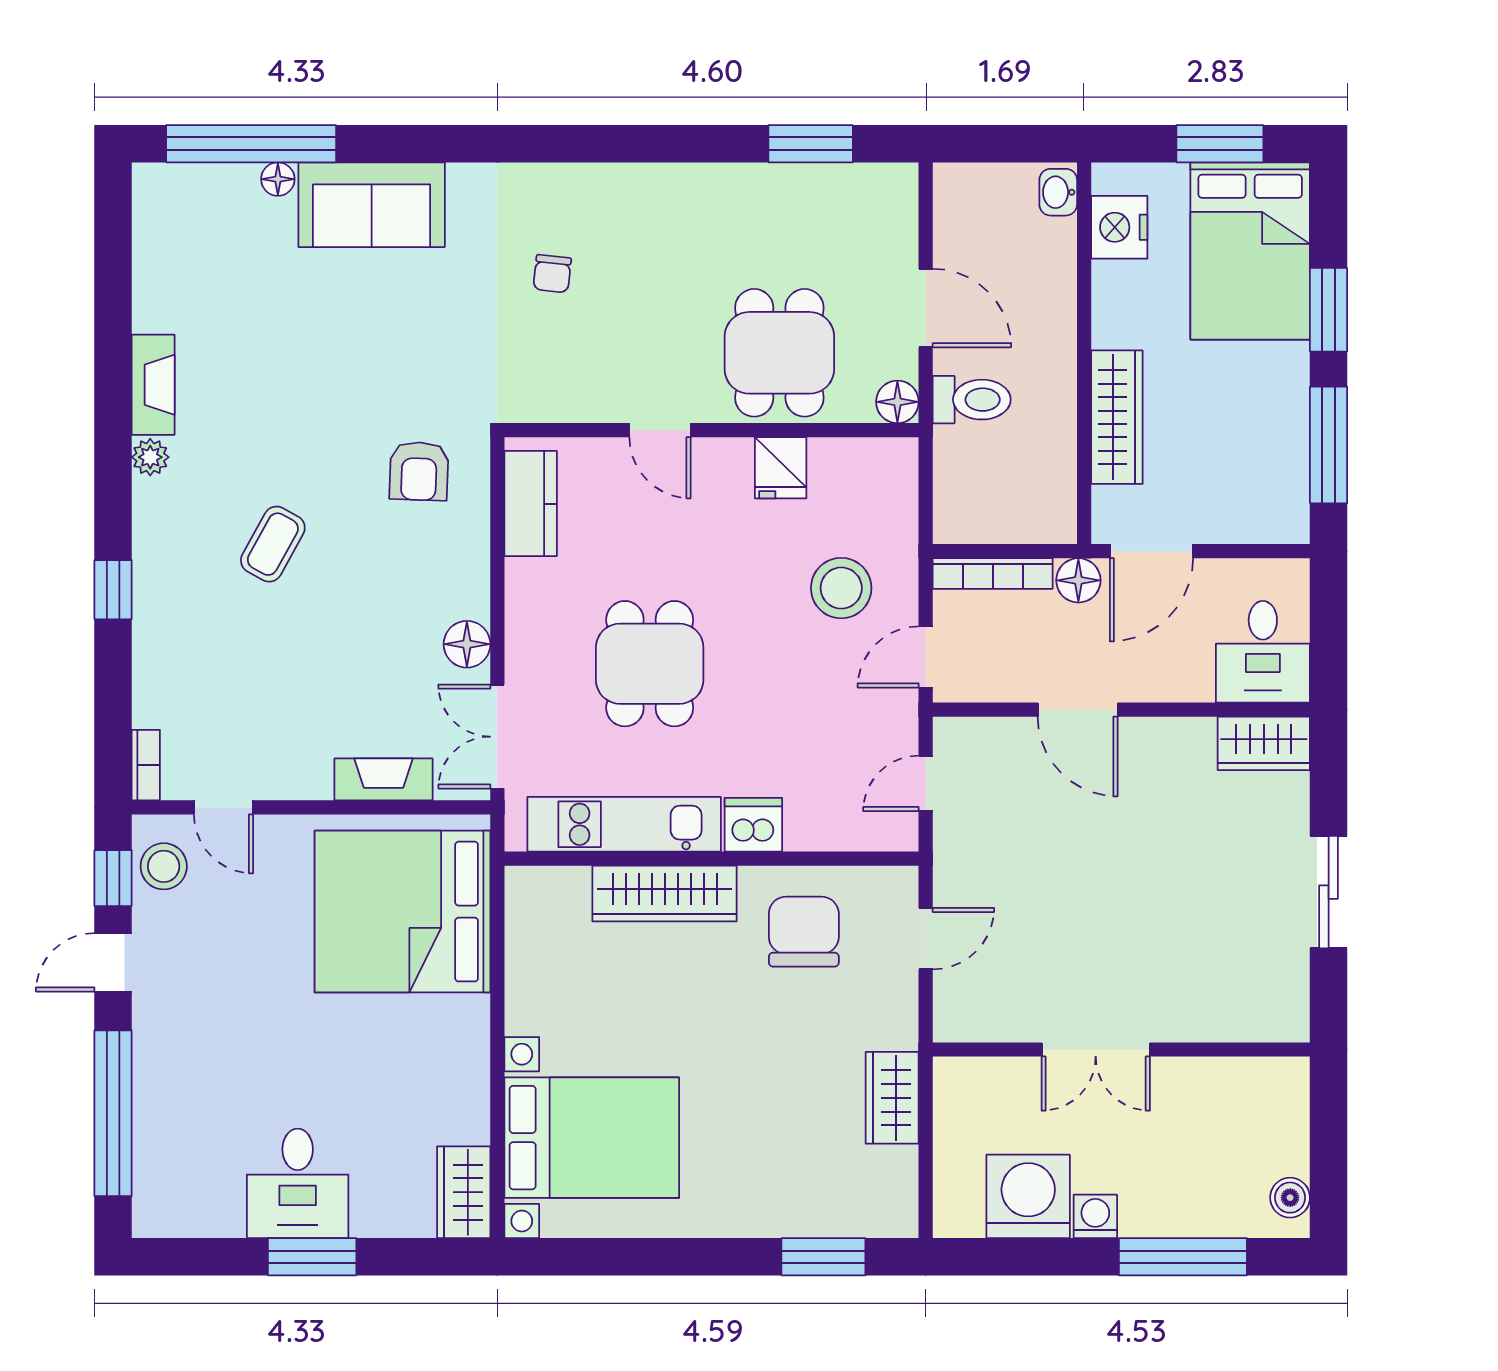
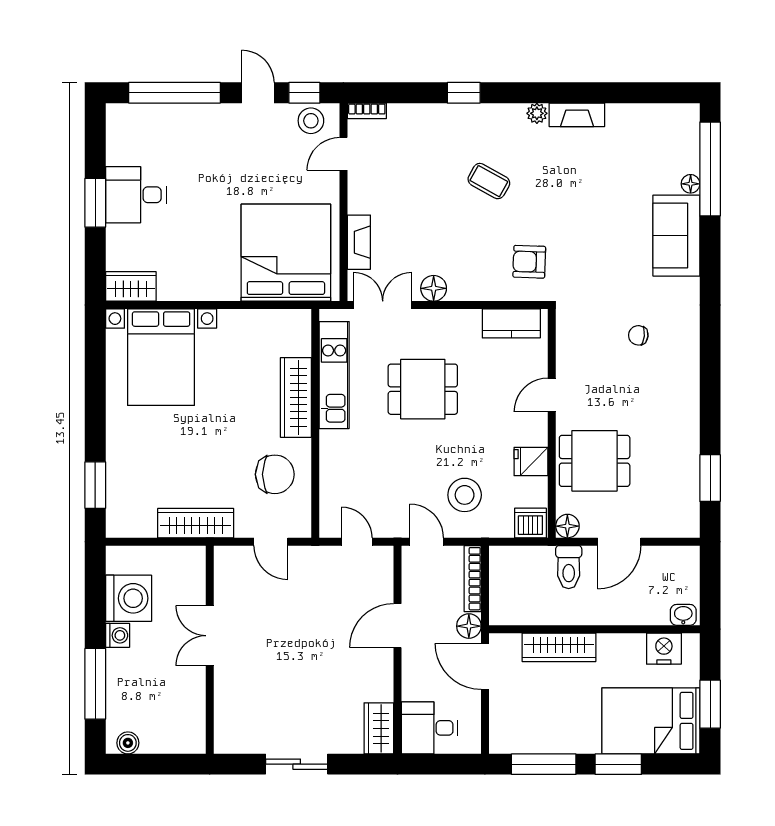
dishwasher: (753, 825) -> (530, 523), moved, turned -90
wardrobe: (892, 1098) -> (196, 523), width x1.50

